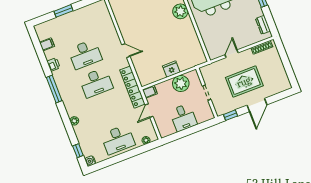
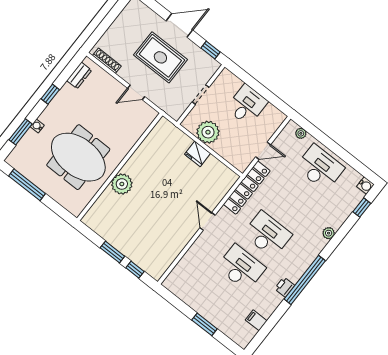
printer: (53, 64) -> (285, 287), moved
window: (54, 89) -> (305, 280), width x1.46
filing cabinet: (150, 92) -> (240, 163), removed

